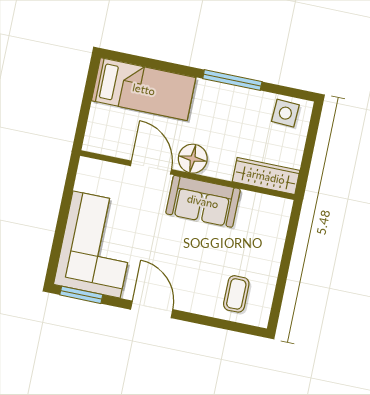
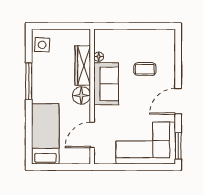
door: (151, 168) -> (92, 135), moved
wardrobe: (266, 176) -> (83, 65), moved
floor lamp: (248, 198) -> (99, 57), added
coffee table: (236, 294) -> (145, 69), moved

